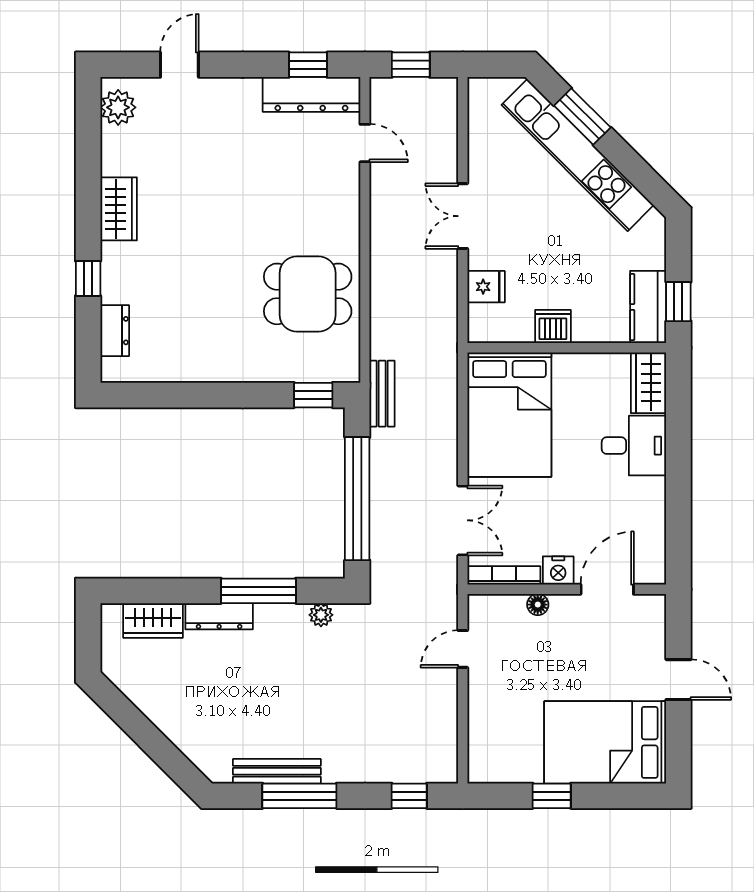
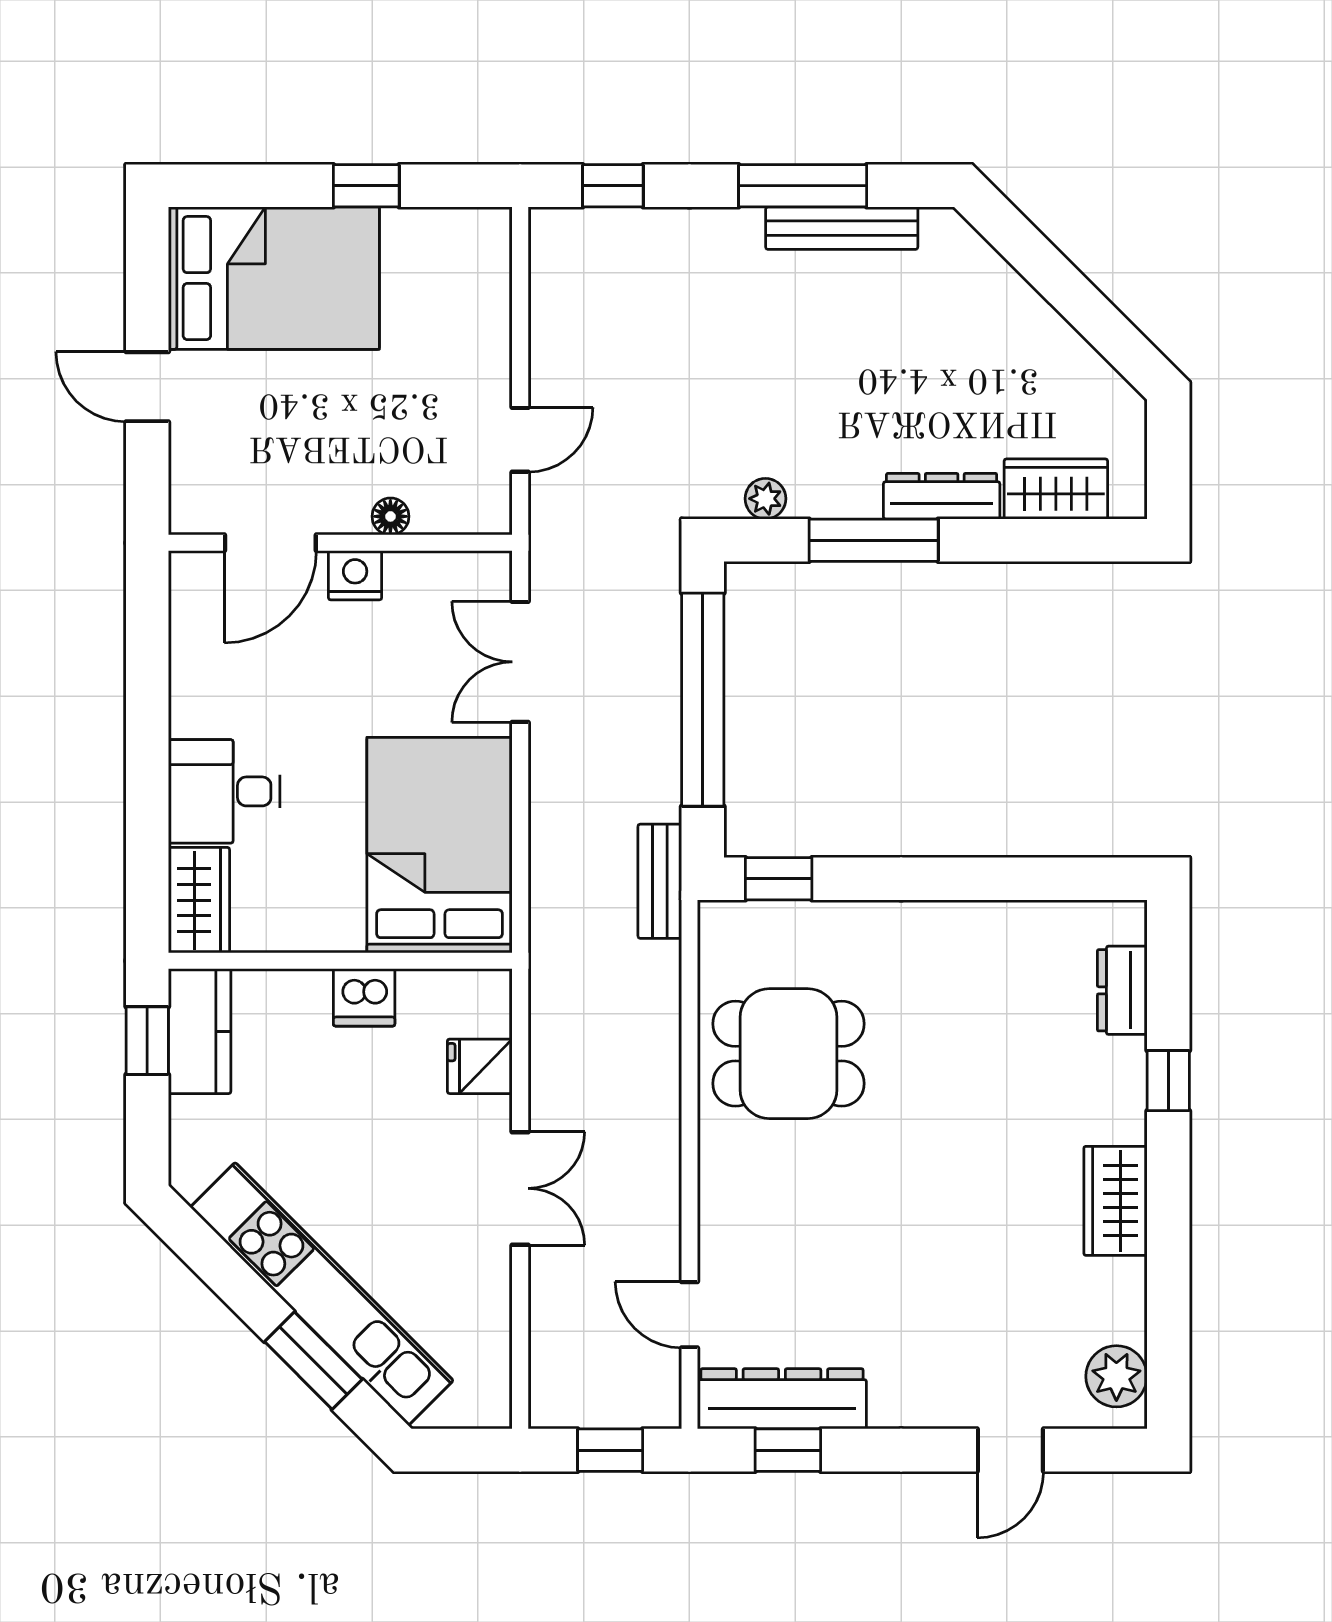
bookcase: (504, 575) -> (449, 567), removed

